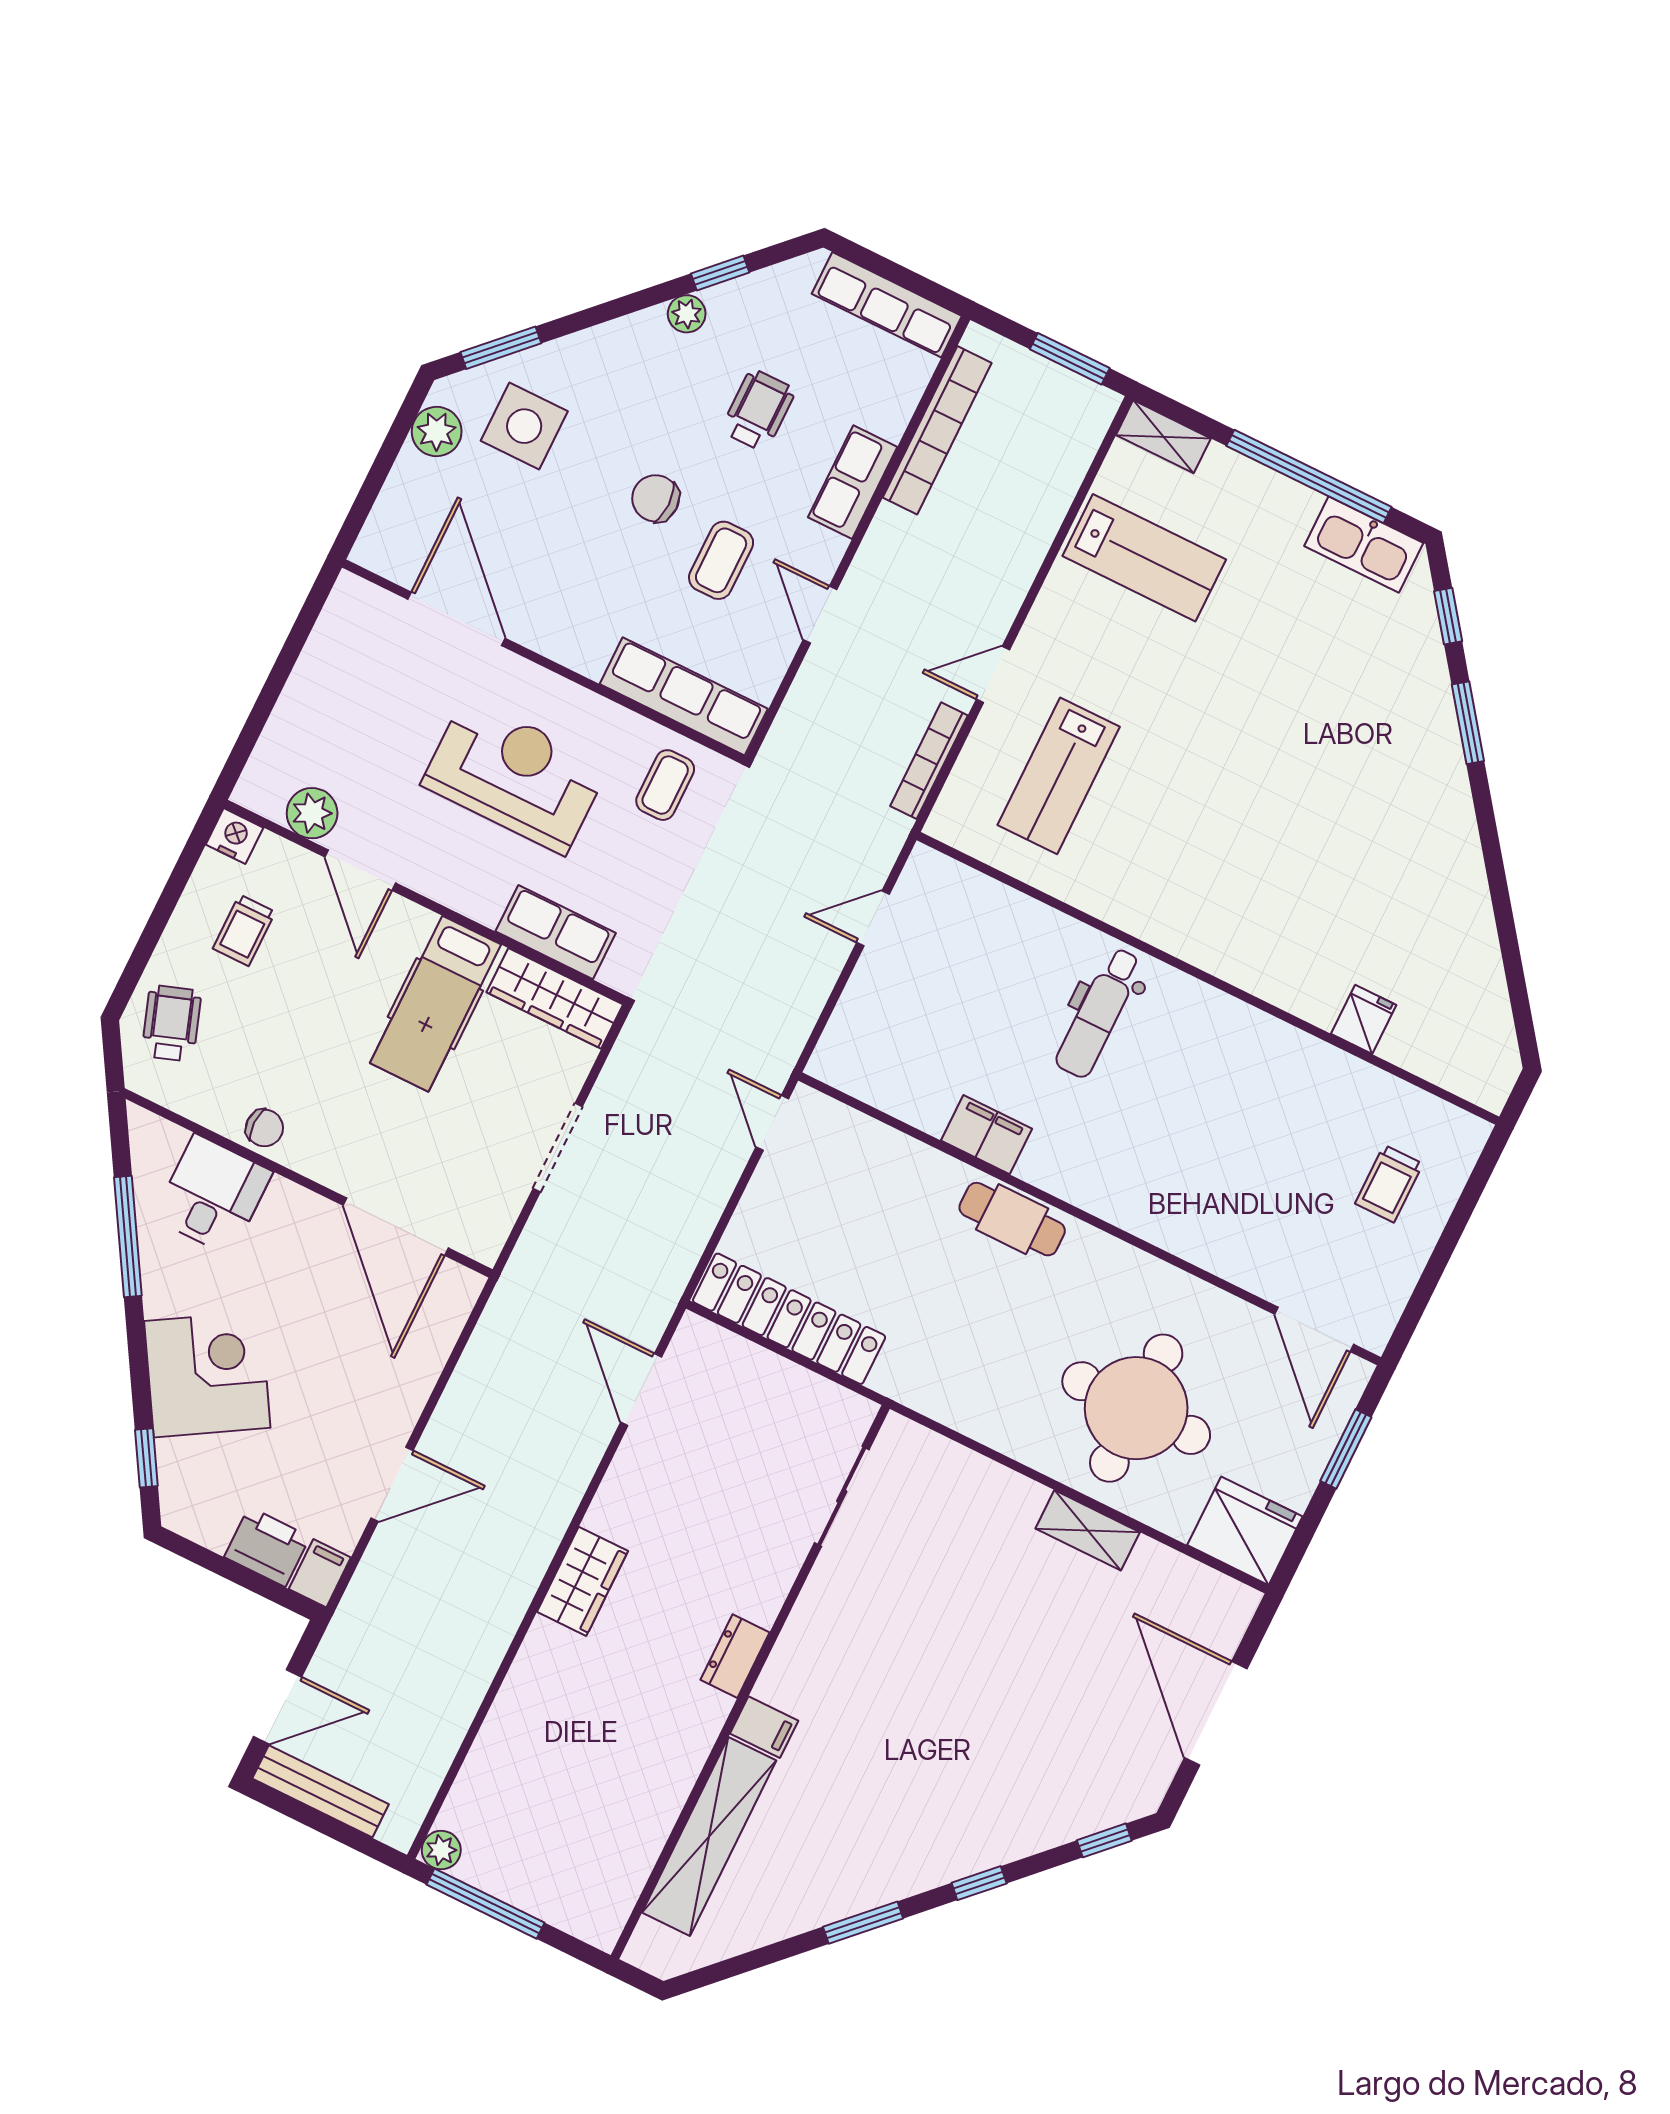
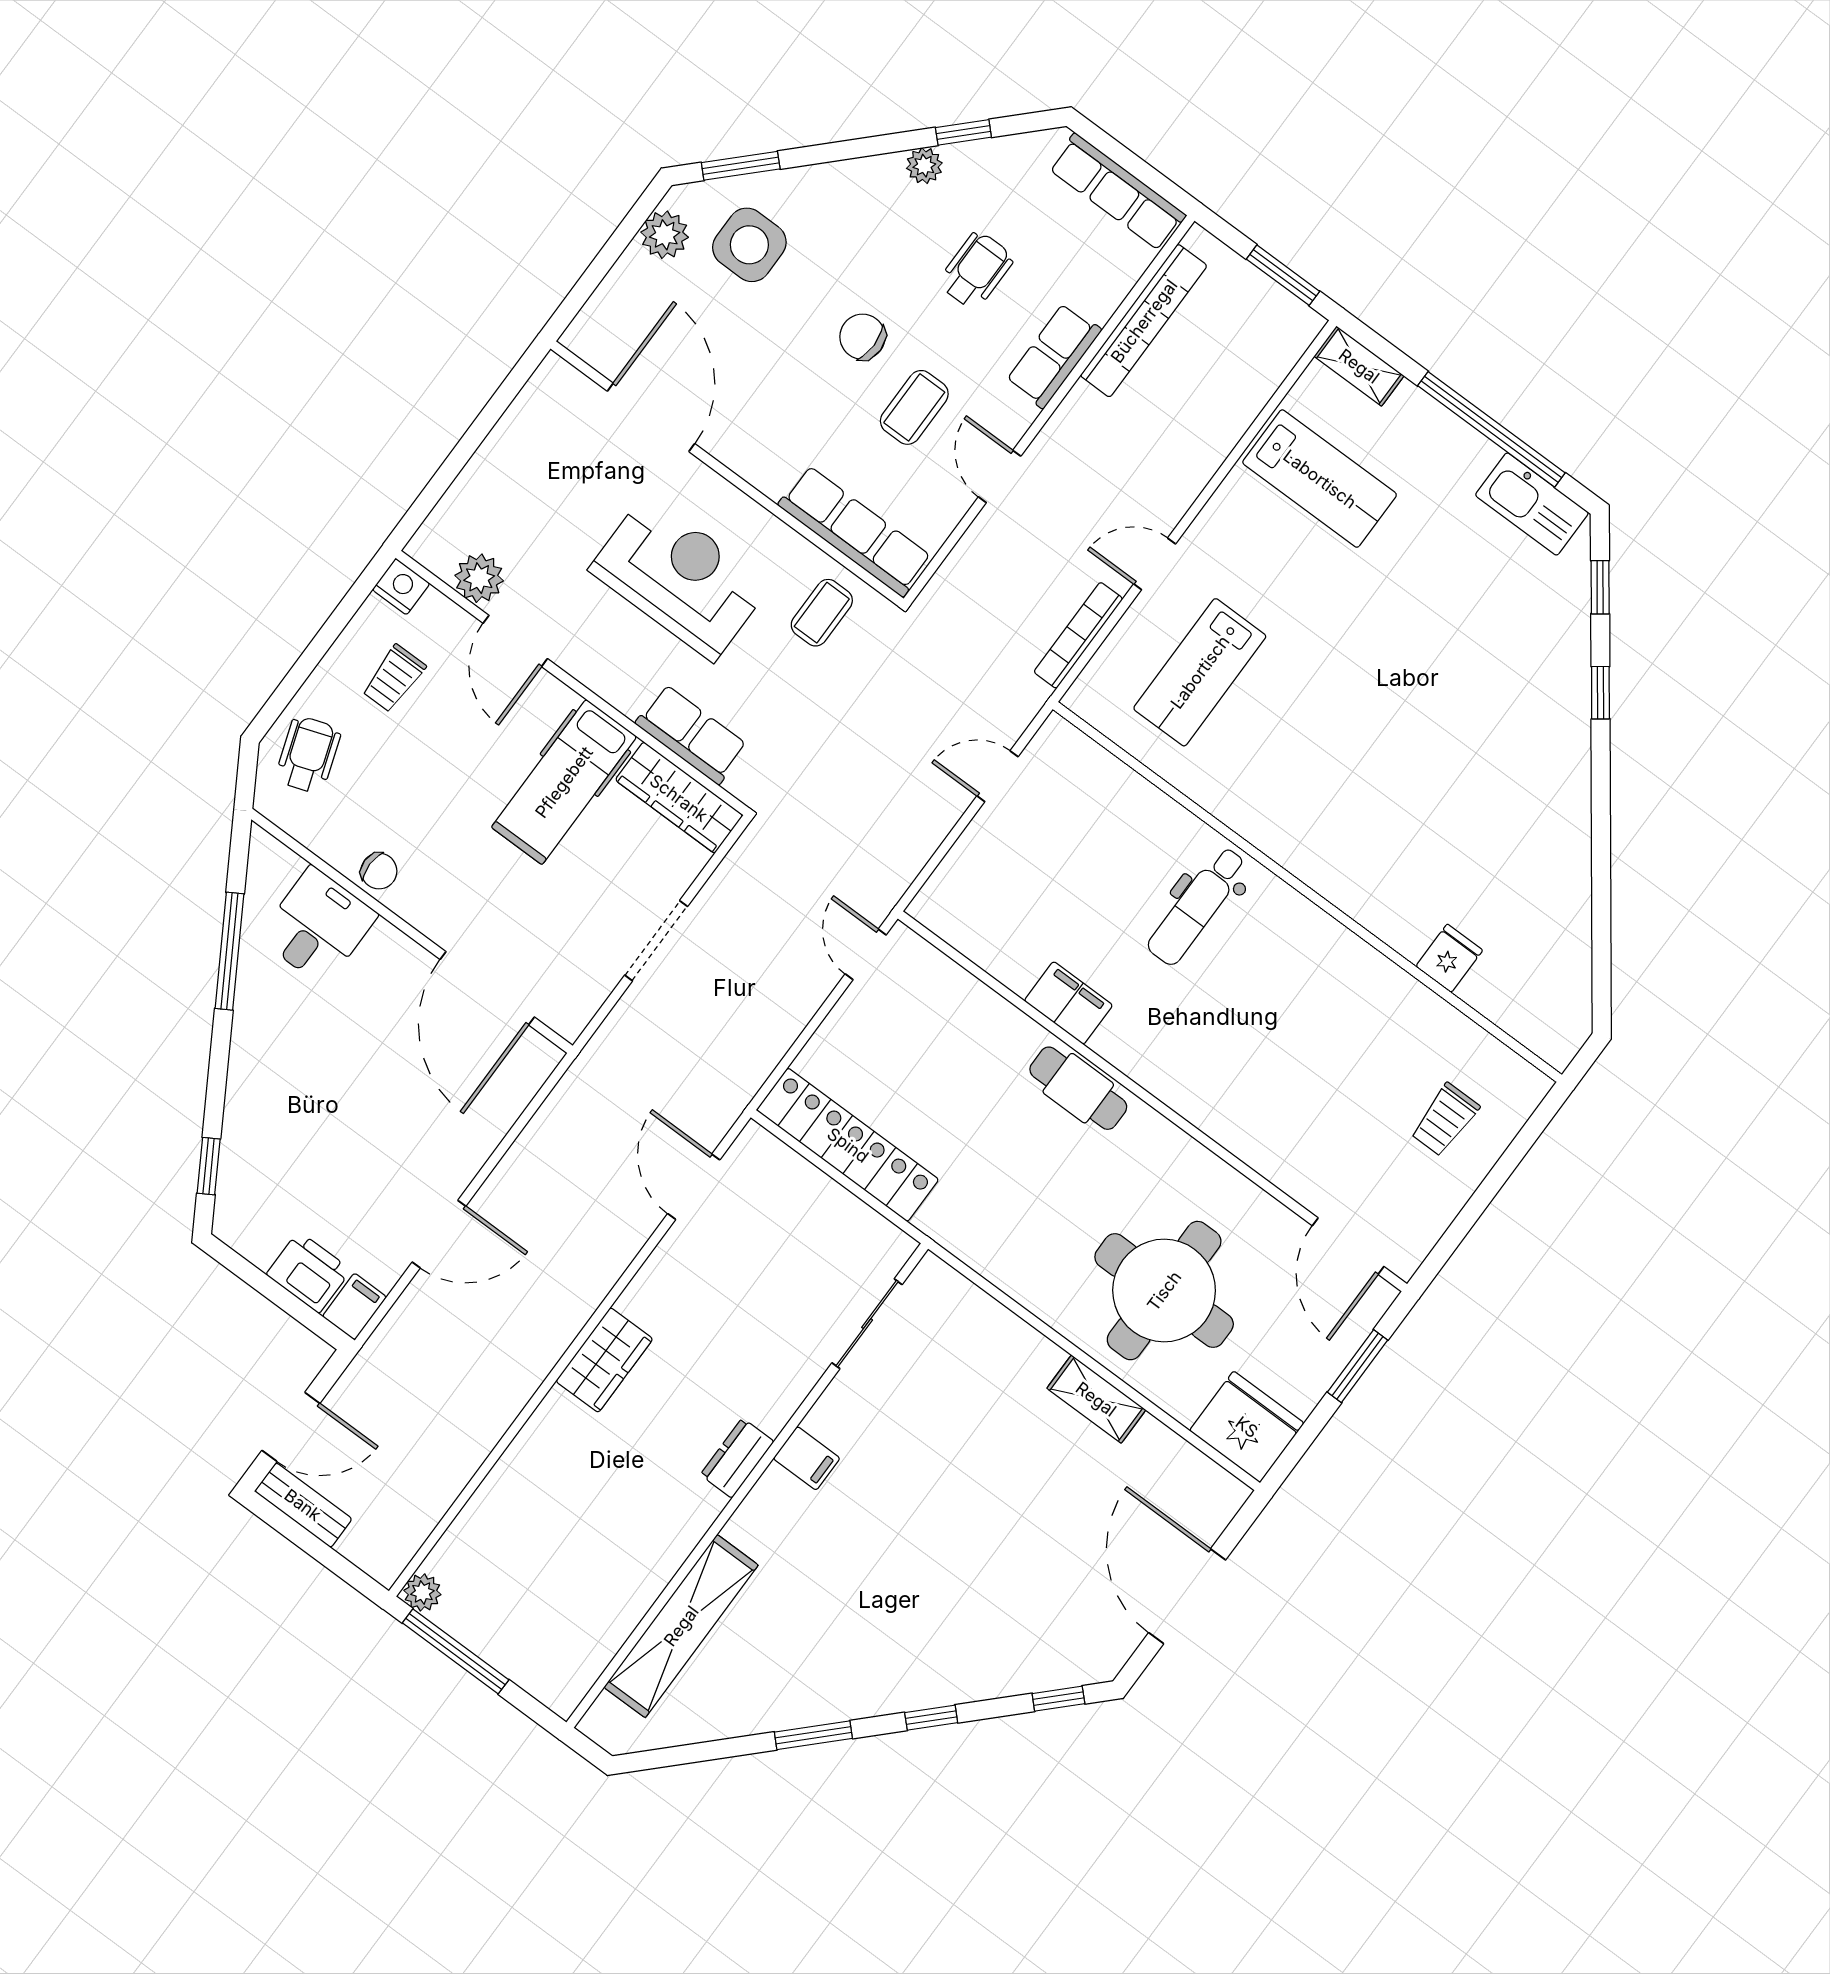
window: (1468, 723) -> (1600, 693), width x0.67
corner desk: (207, 1374) -> (281, 1097), removed
filing cabinet: (764, 1727) -> (807, 1458), moved
bench: (321, 1791) -> (303, 1505), width x0.73

